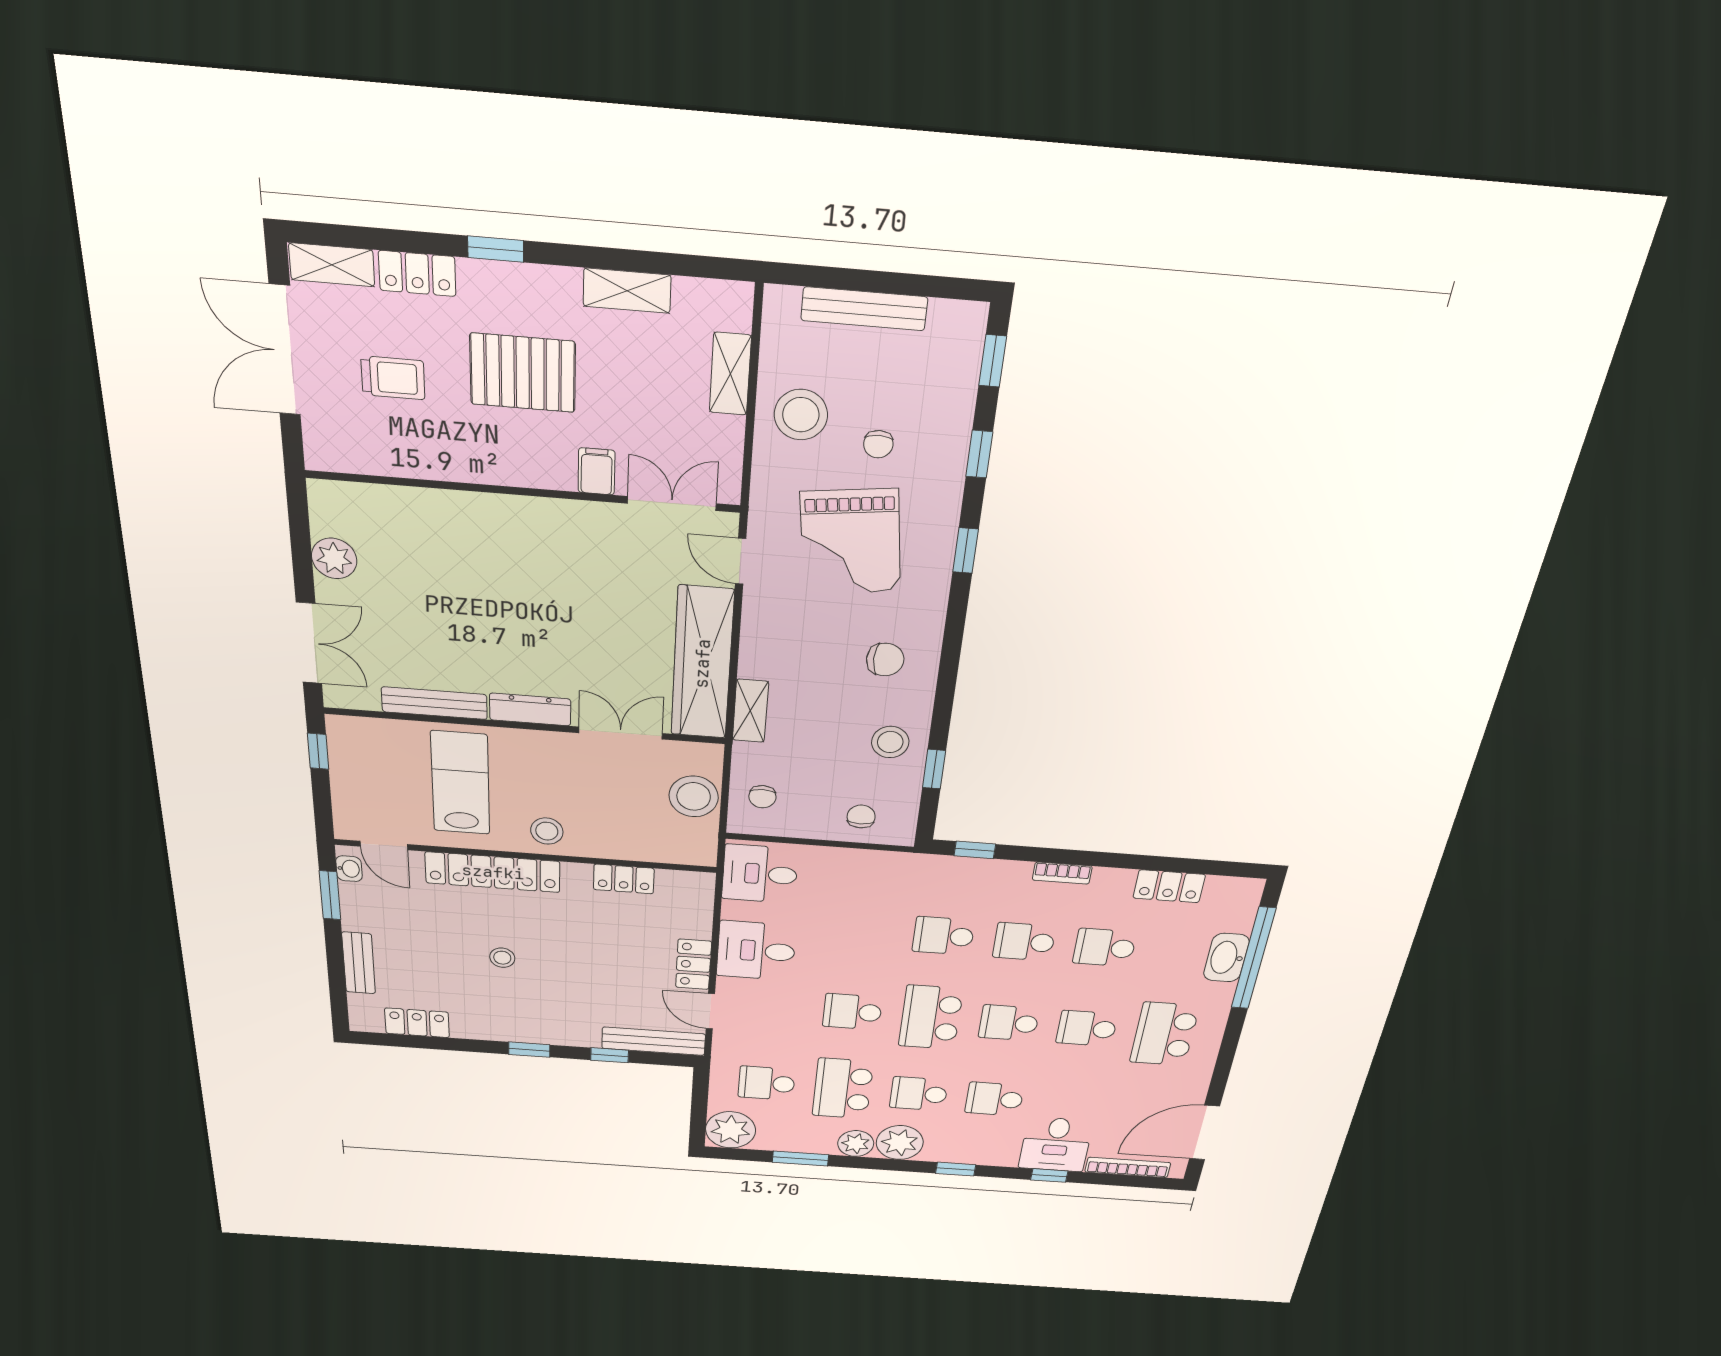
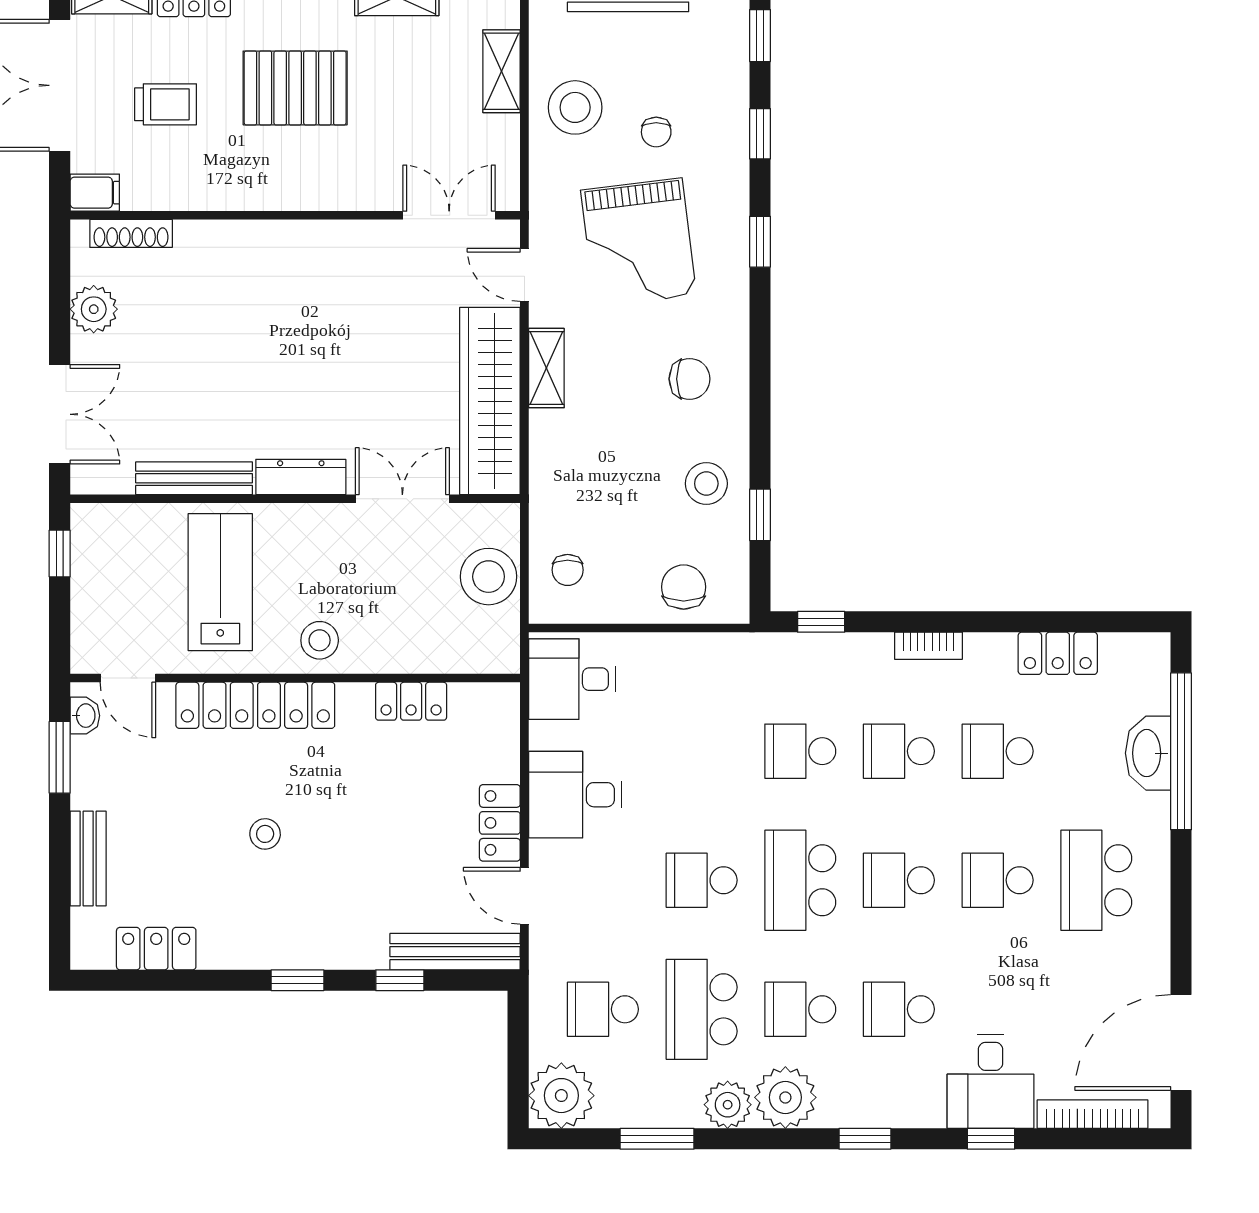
filing cabinet: (596, 471) -> (95, 193), moved, turned 90
shoe rack: (366, 495) -> (131, 233), added
shelving: (750, 711) -> (546, 368), moved
chair: (861, 817) -> (684, 587), width x1.37, depth x1.37

